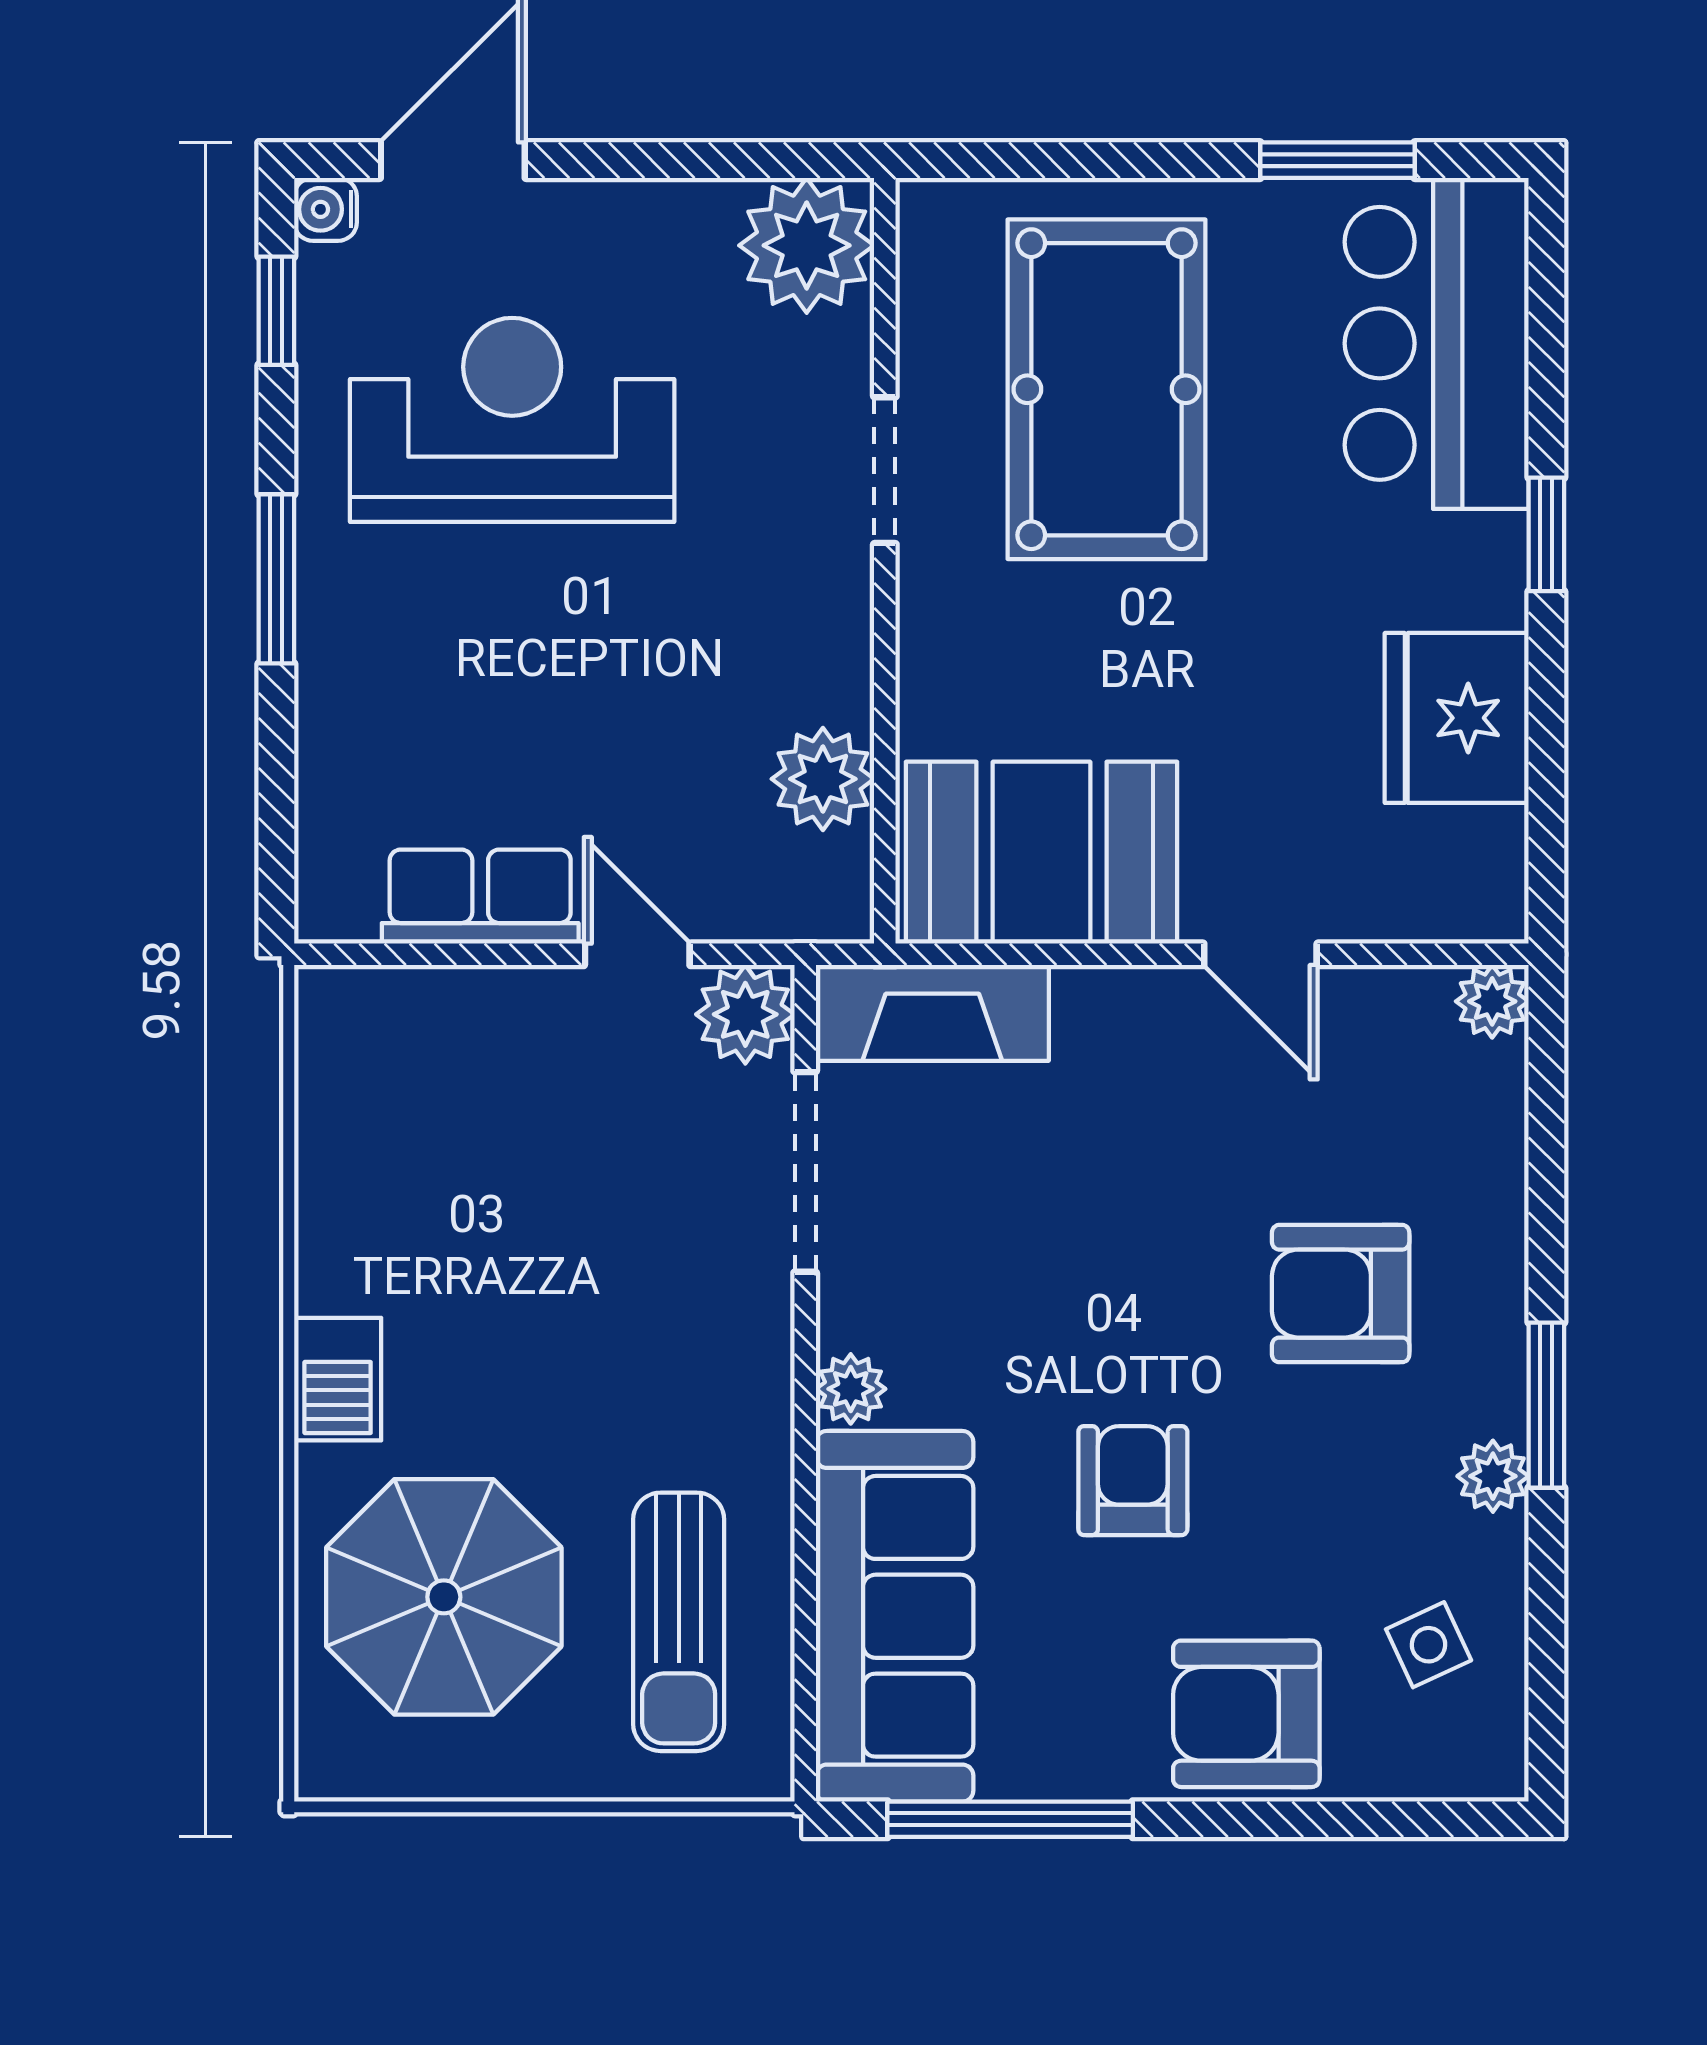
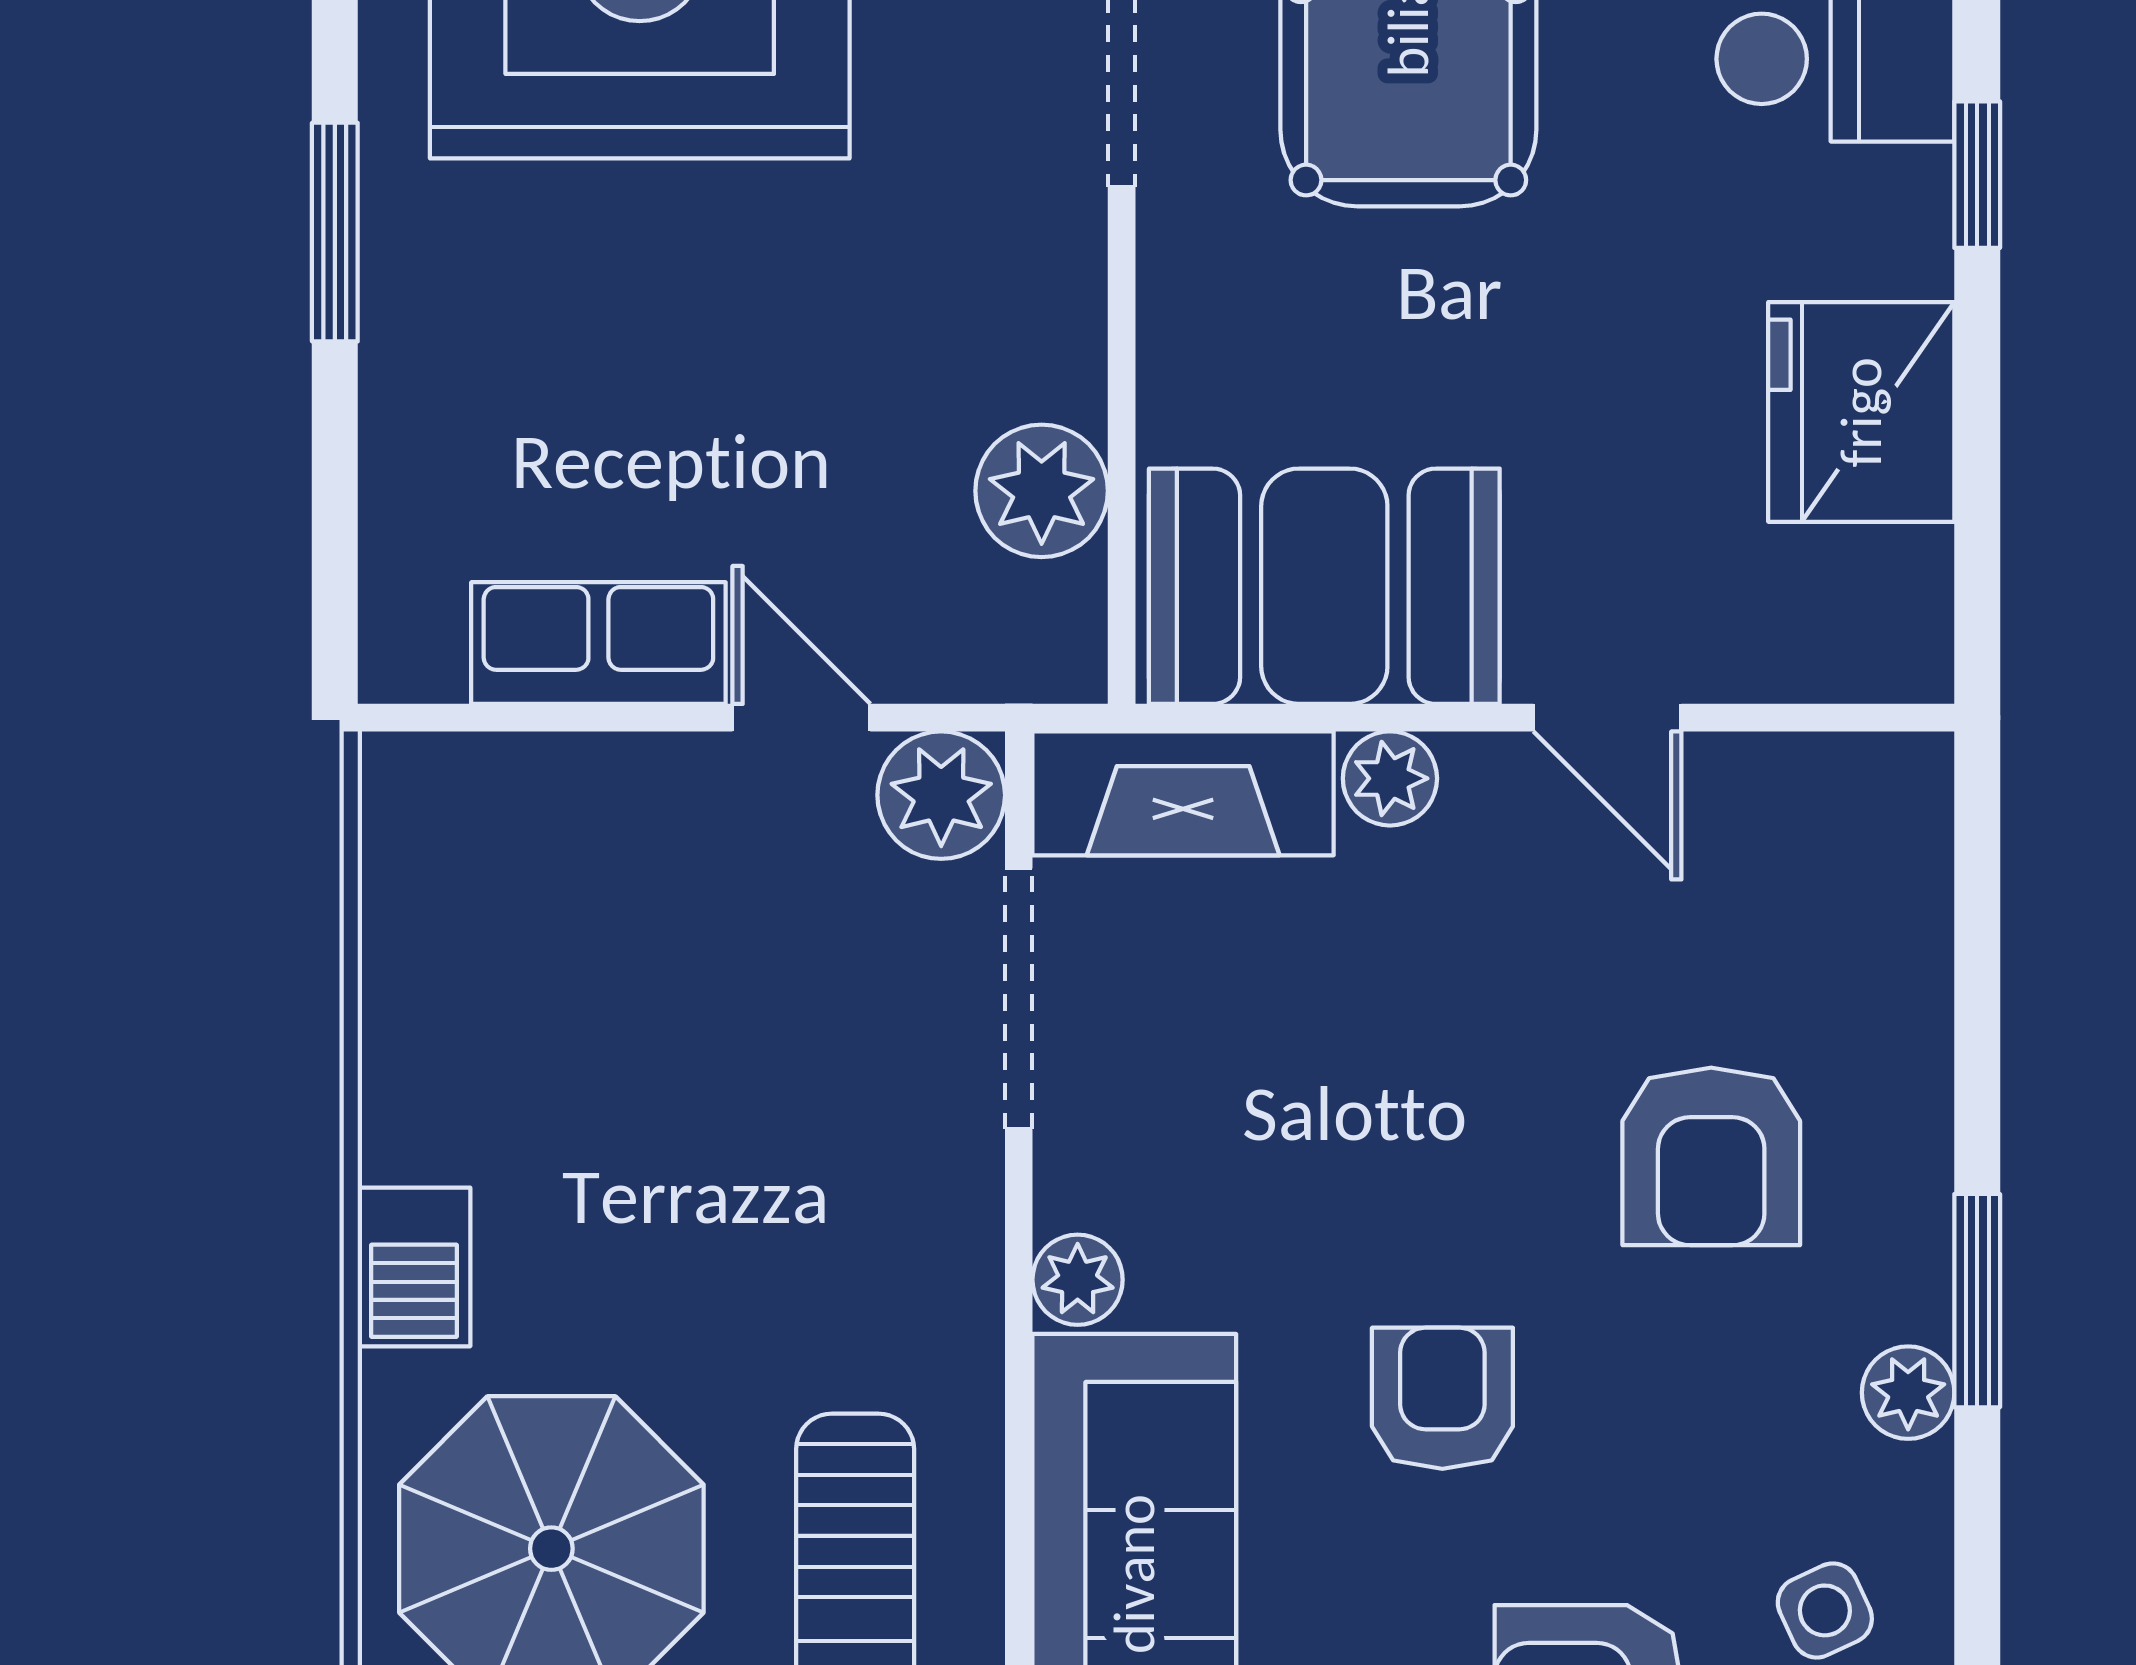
plant: (1492, 1001) -> (1390, 778), moved
armchair: (1341, 1294) -> (1711, 1156), turned -90

